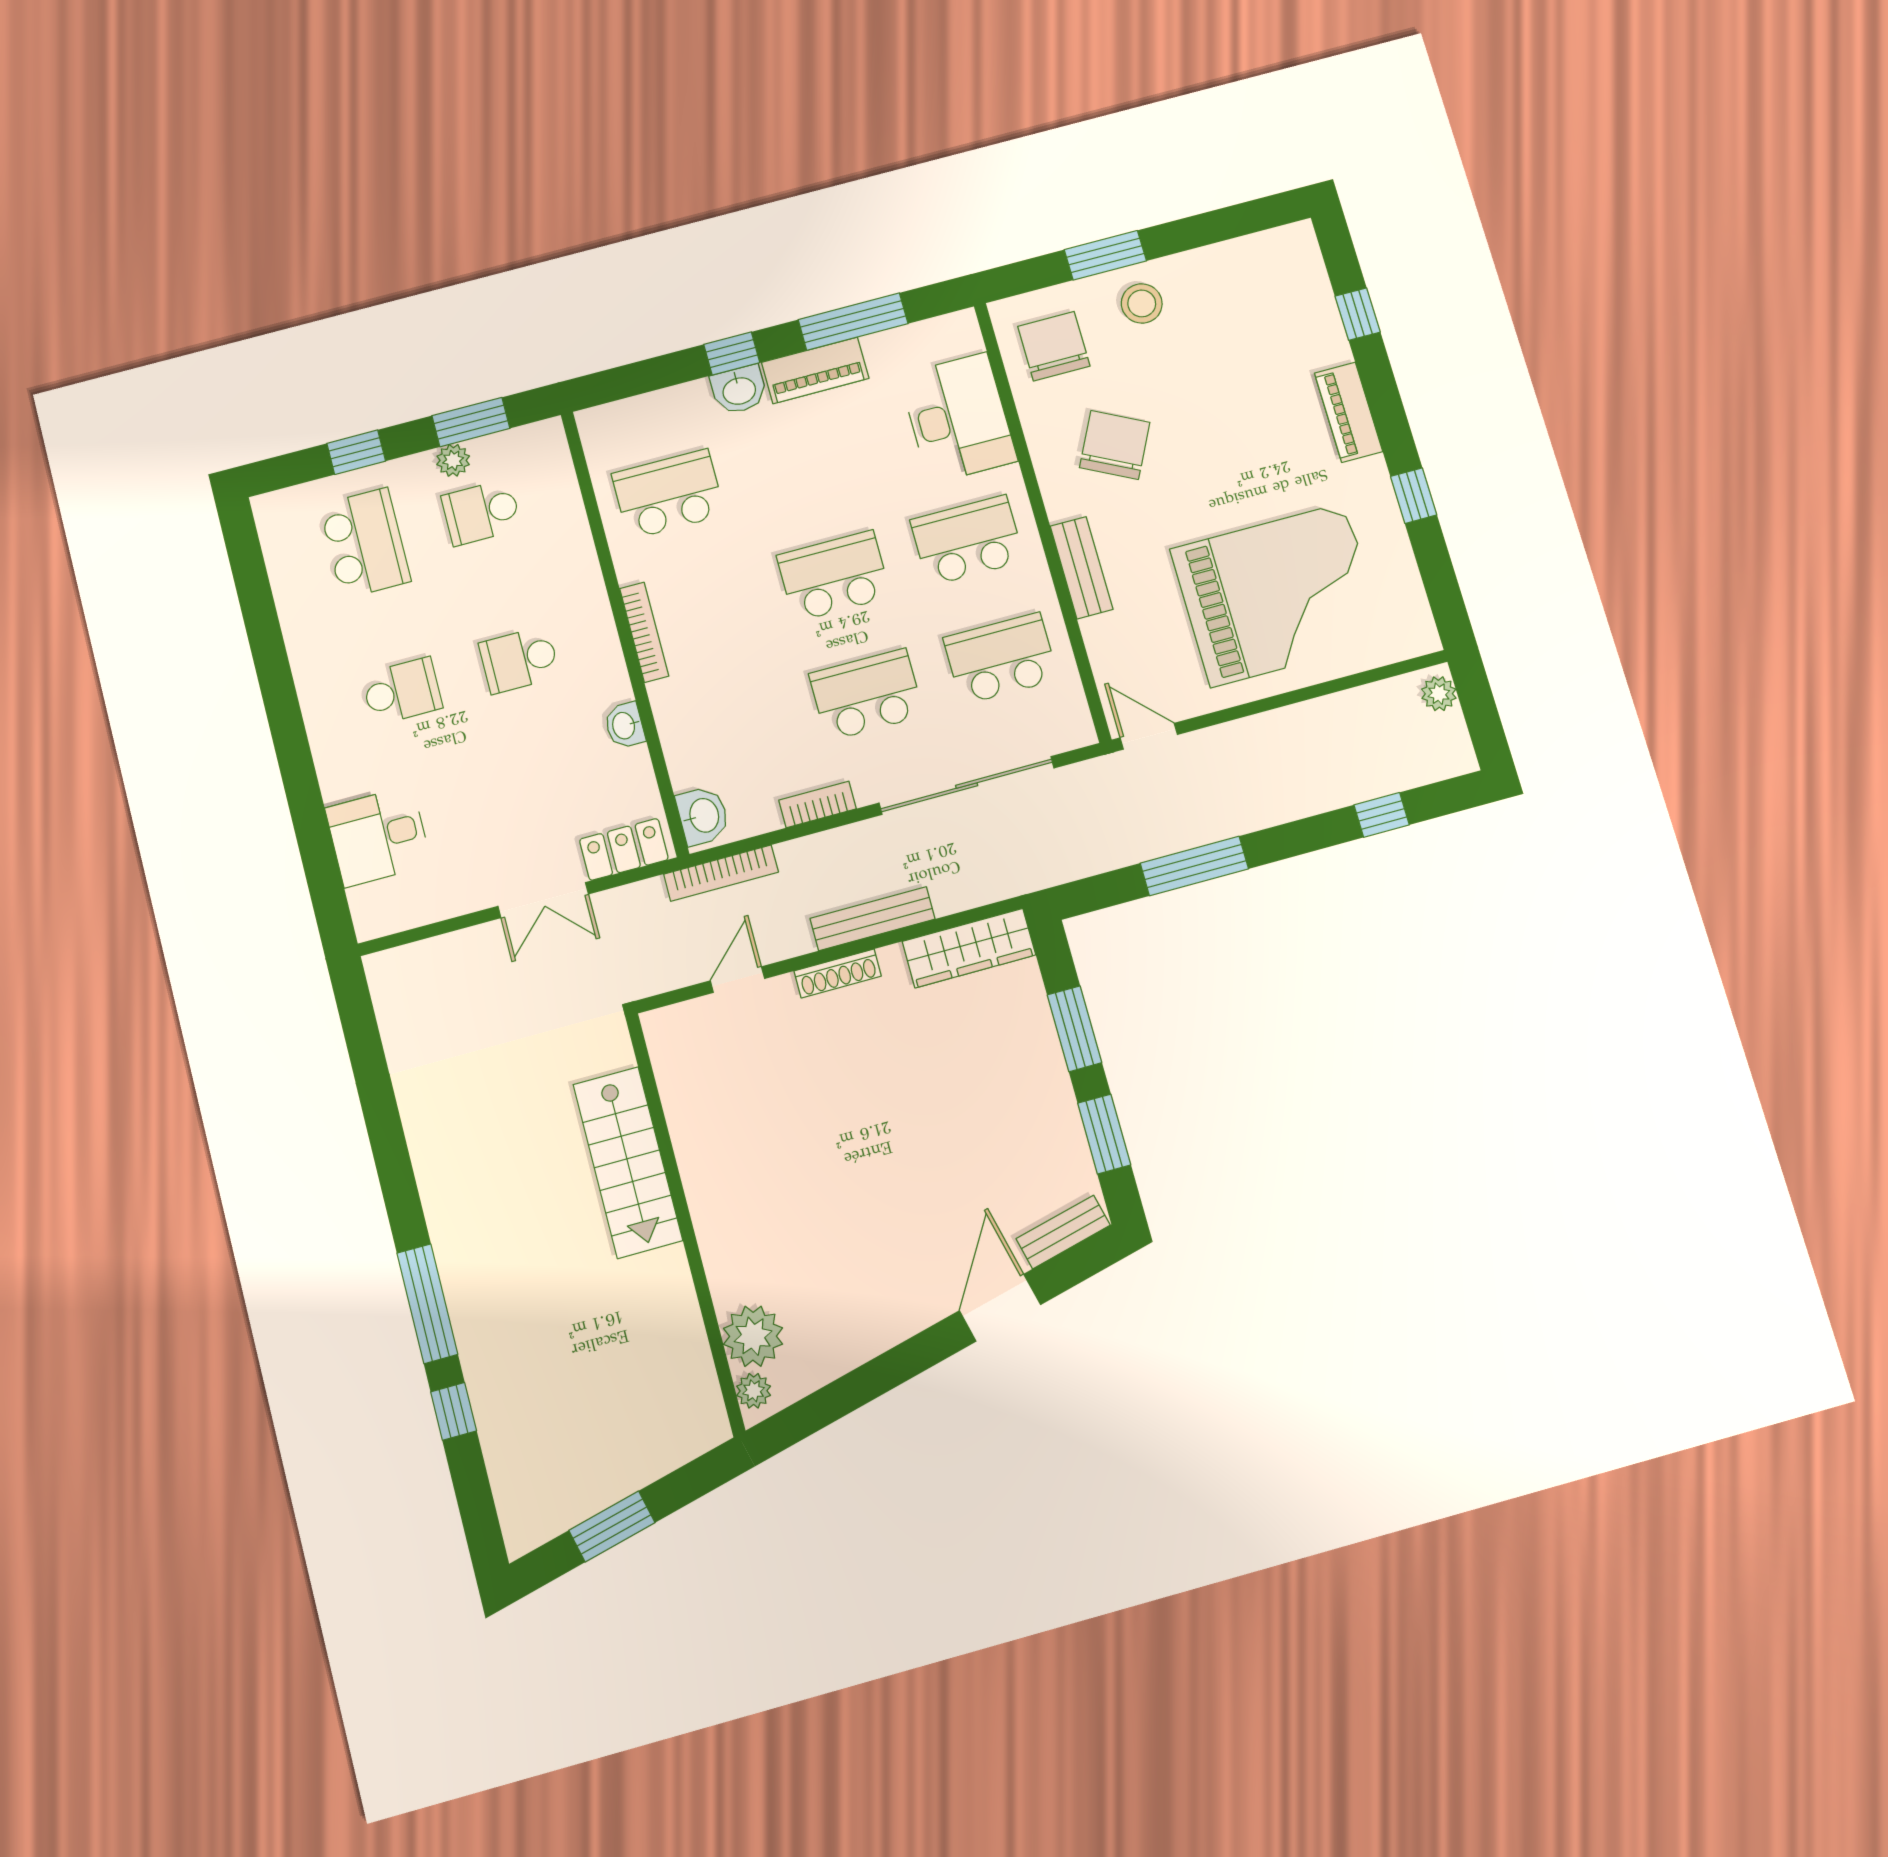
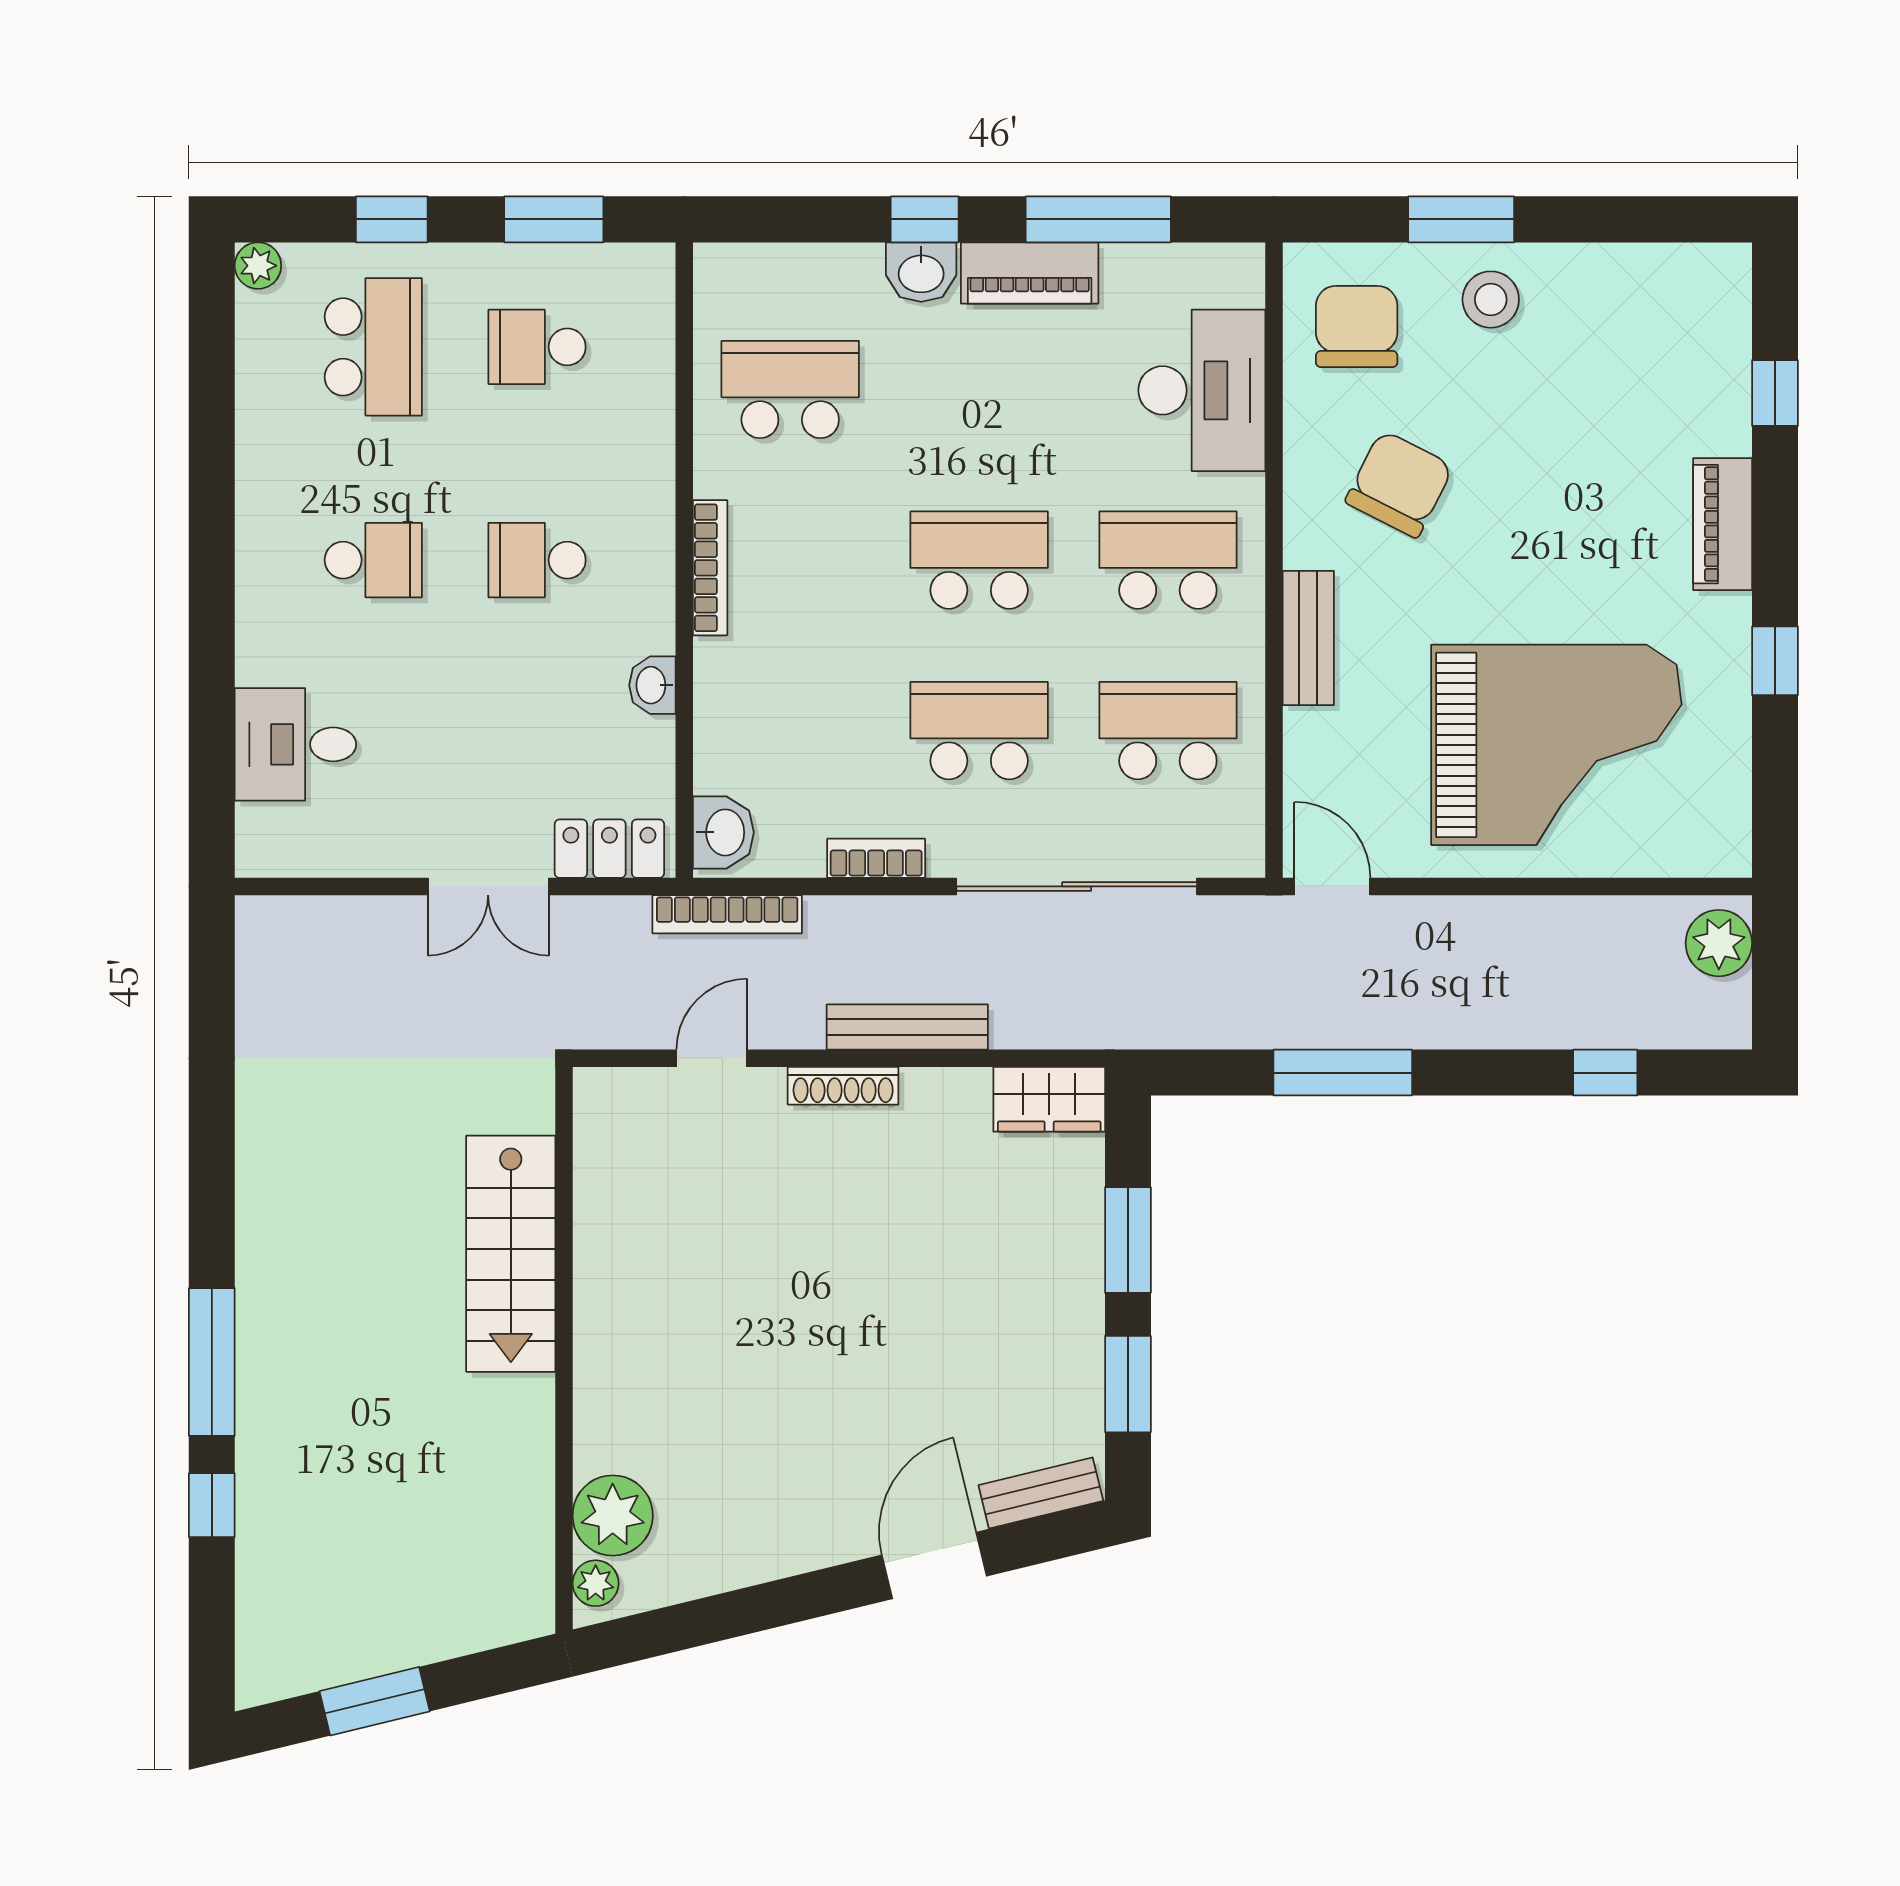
plant: (453, 460) -> (258, 266), moved
plant: (1439, 694) -> (1719, 943), width x1.38, depth x1.38
wardrobe: (969, 948) -> (1049, 1099), width x0.67

